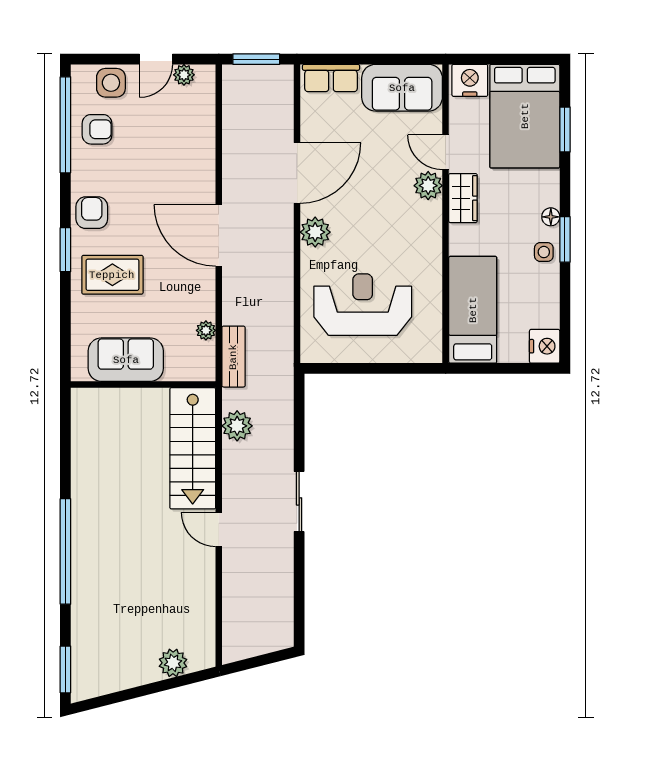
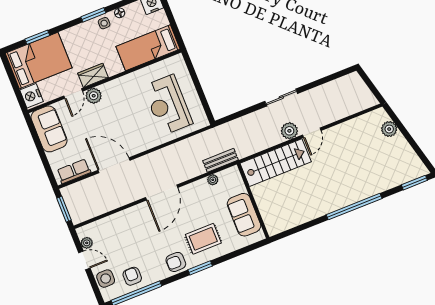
row of seats: (331, 78) -> (74, 171), moved, turned -90
floor lamp: (551, 217) -> (120, 13), moved
plant: (315, 232) -> (140, 144), removed
rug: (112, 275) -> (203, 239), turned 90
plant: (237, 426) -> (289, 131), moved

